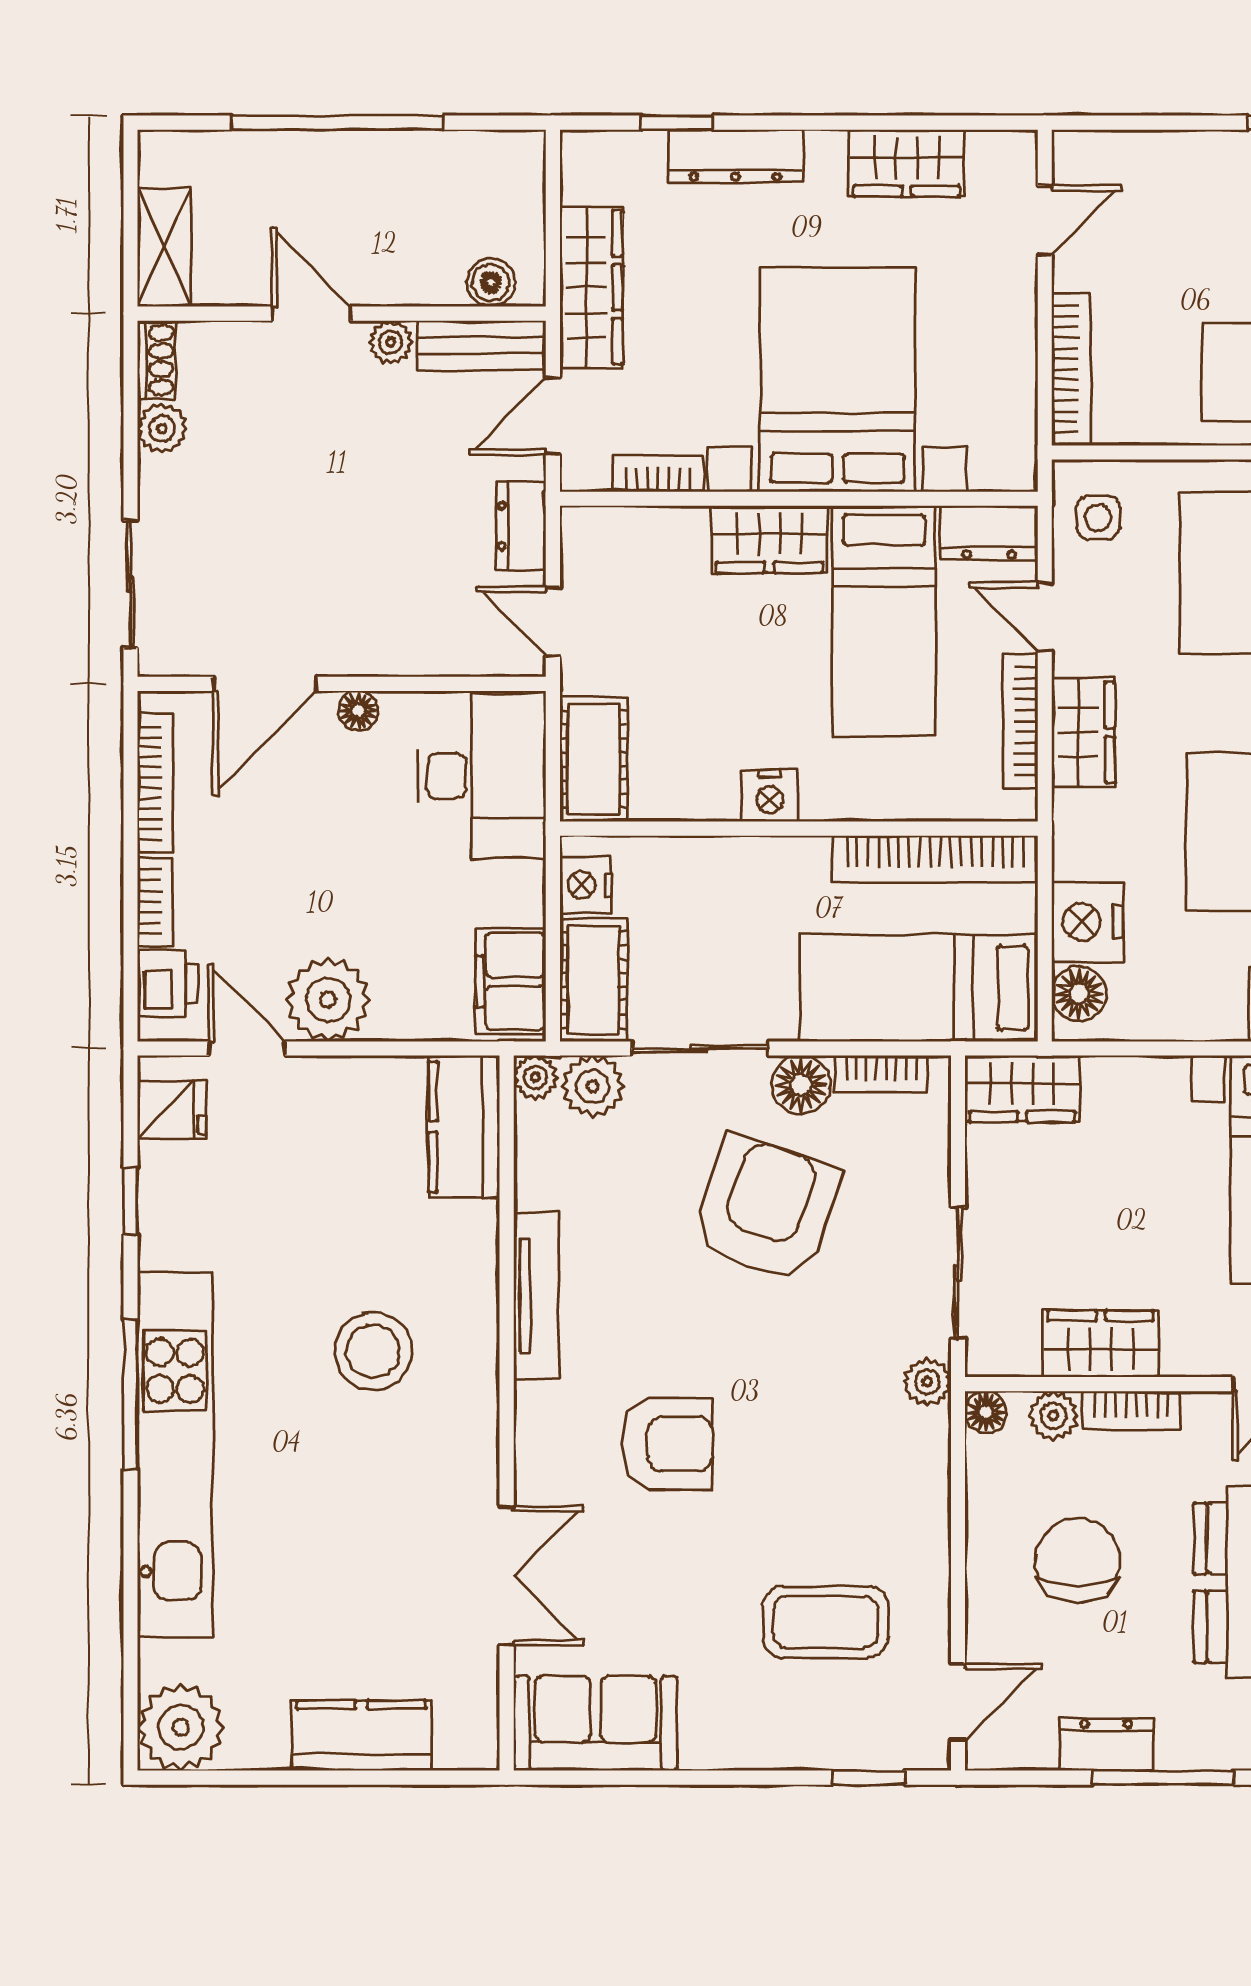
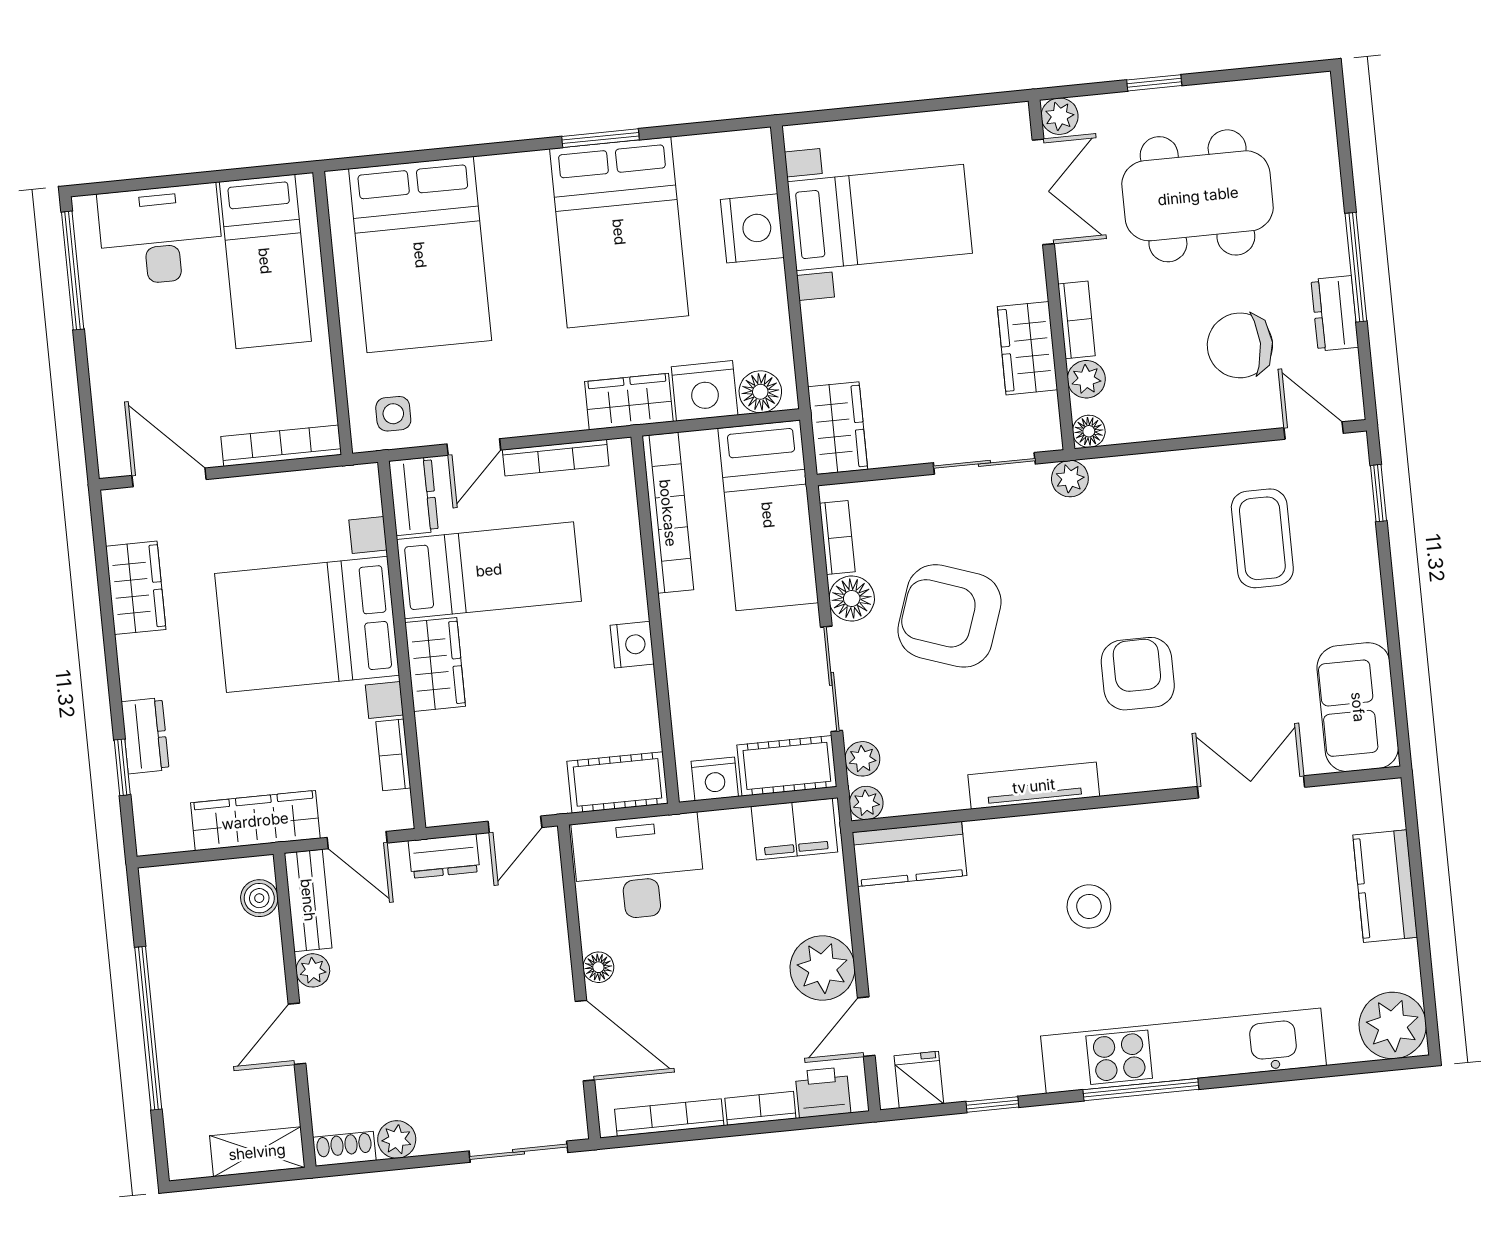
dresser: (735, 156) -> (145, 736), width x0.70
door: (1045, 220) -> (169, 477), width x1.38
wardrobe: (1083, 732) -> (629, 402), moved
plant: (593, 1086) -> (862, 759), width x0.73, depth x0.73
stool: (373, 1351) -> (1089, 906), width x0.73, depth x0.73
chair: (1077, 1560) -> (1240, 345), moved

